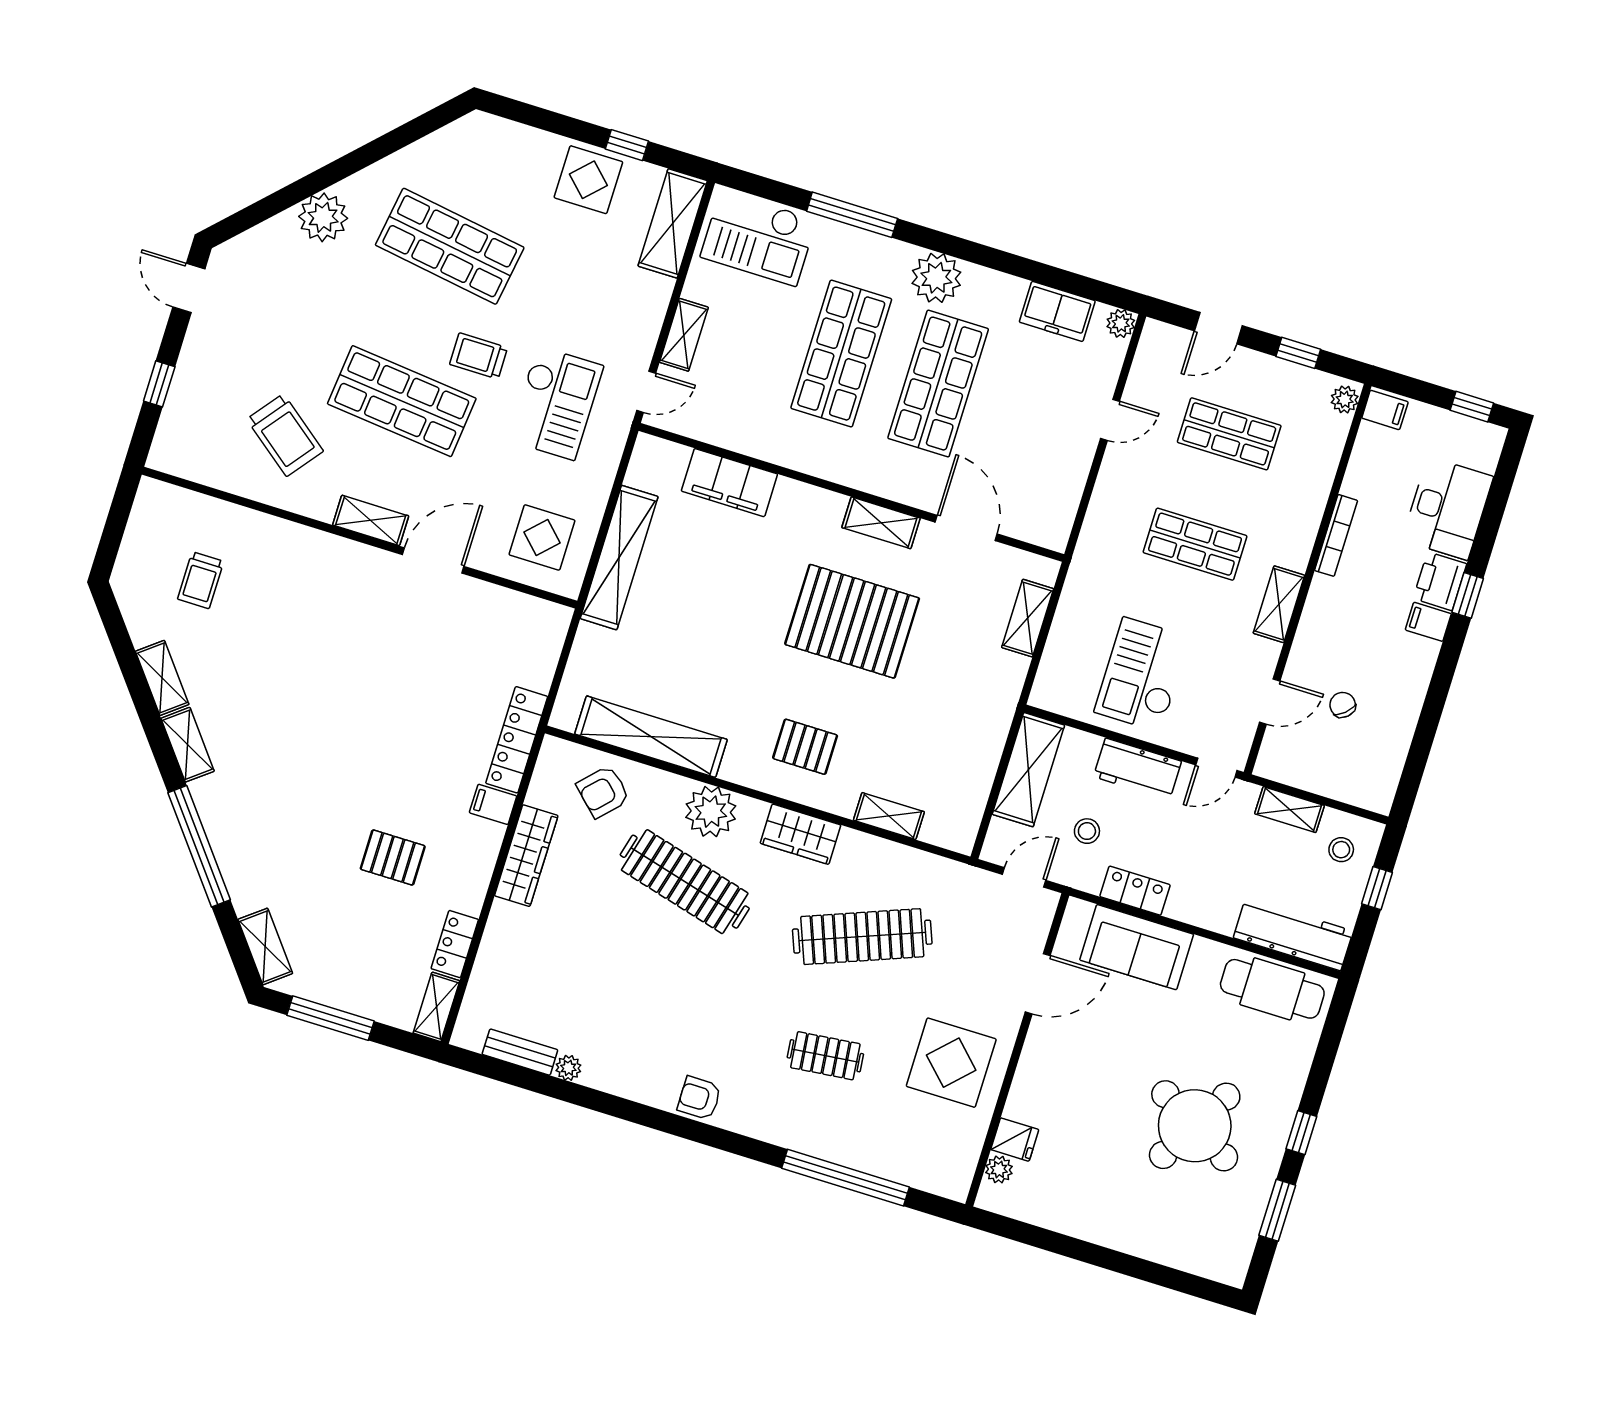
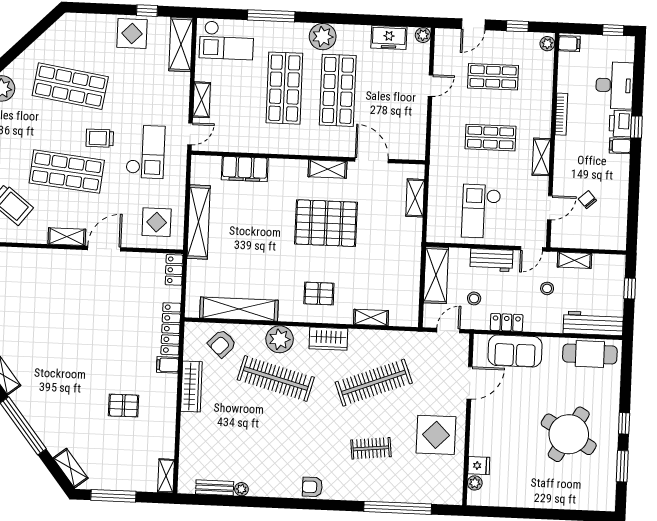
stool: (1341, 850) -> (547, 288), moved
locker: (455, 944) -> (174, 270), moved

